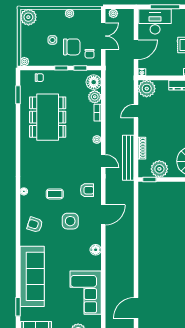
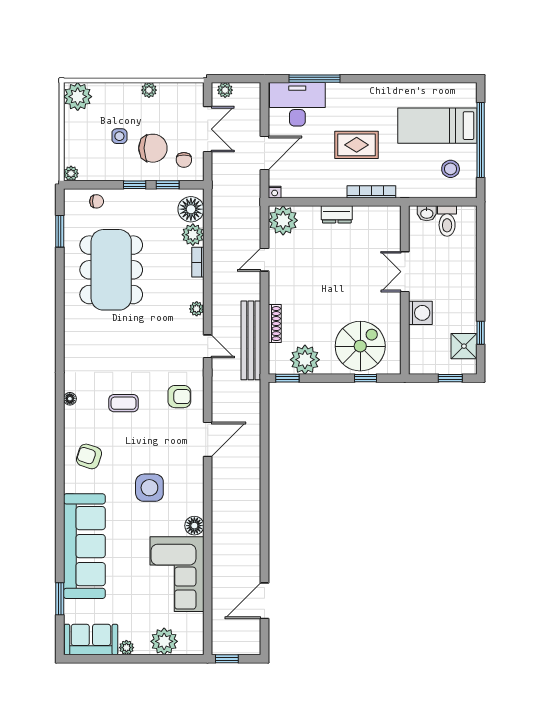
side table: (70, 221) -> (149, 488), moved
floor lamp: (96, 250) -> (194, 526), moved

